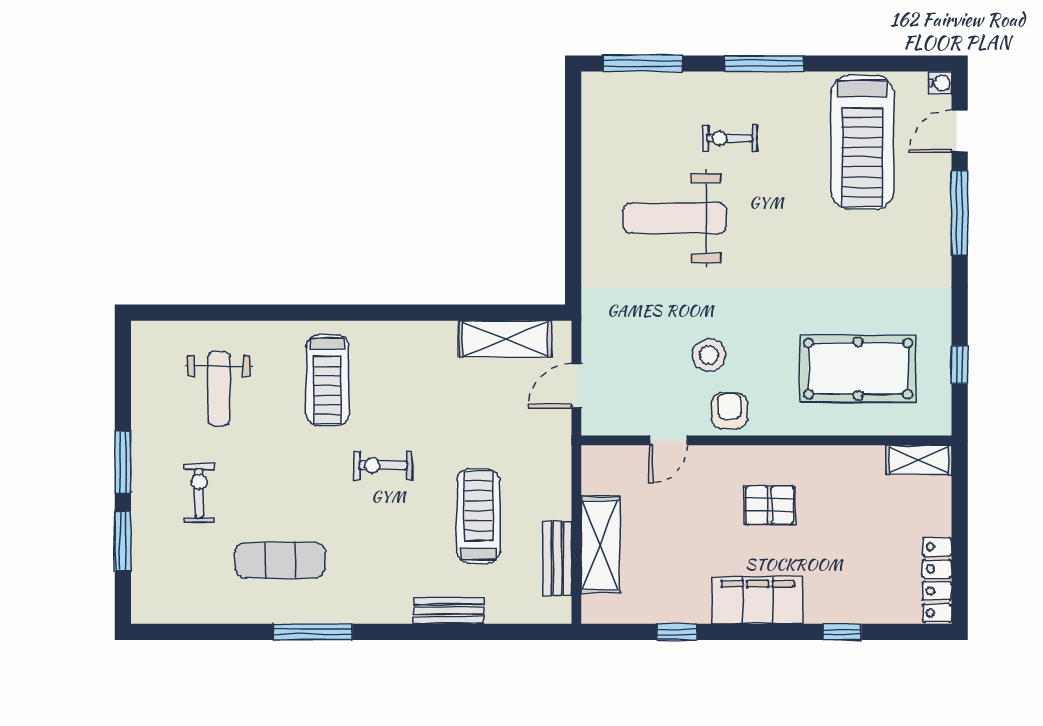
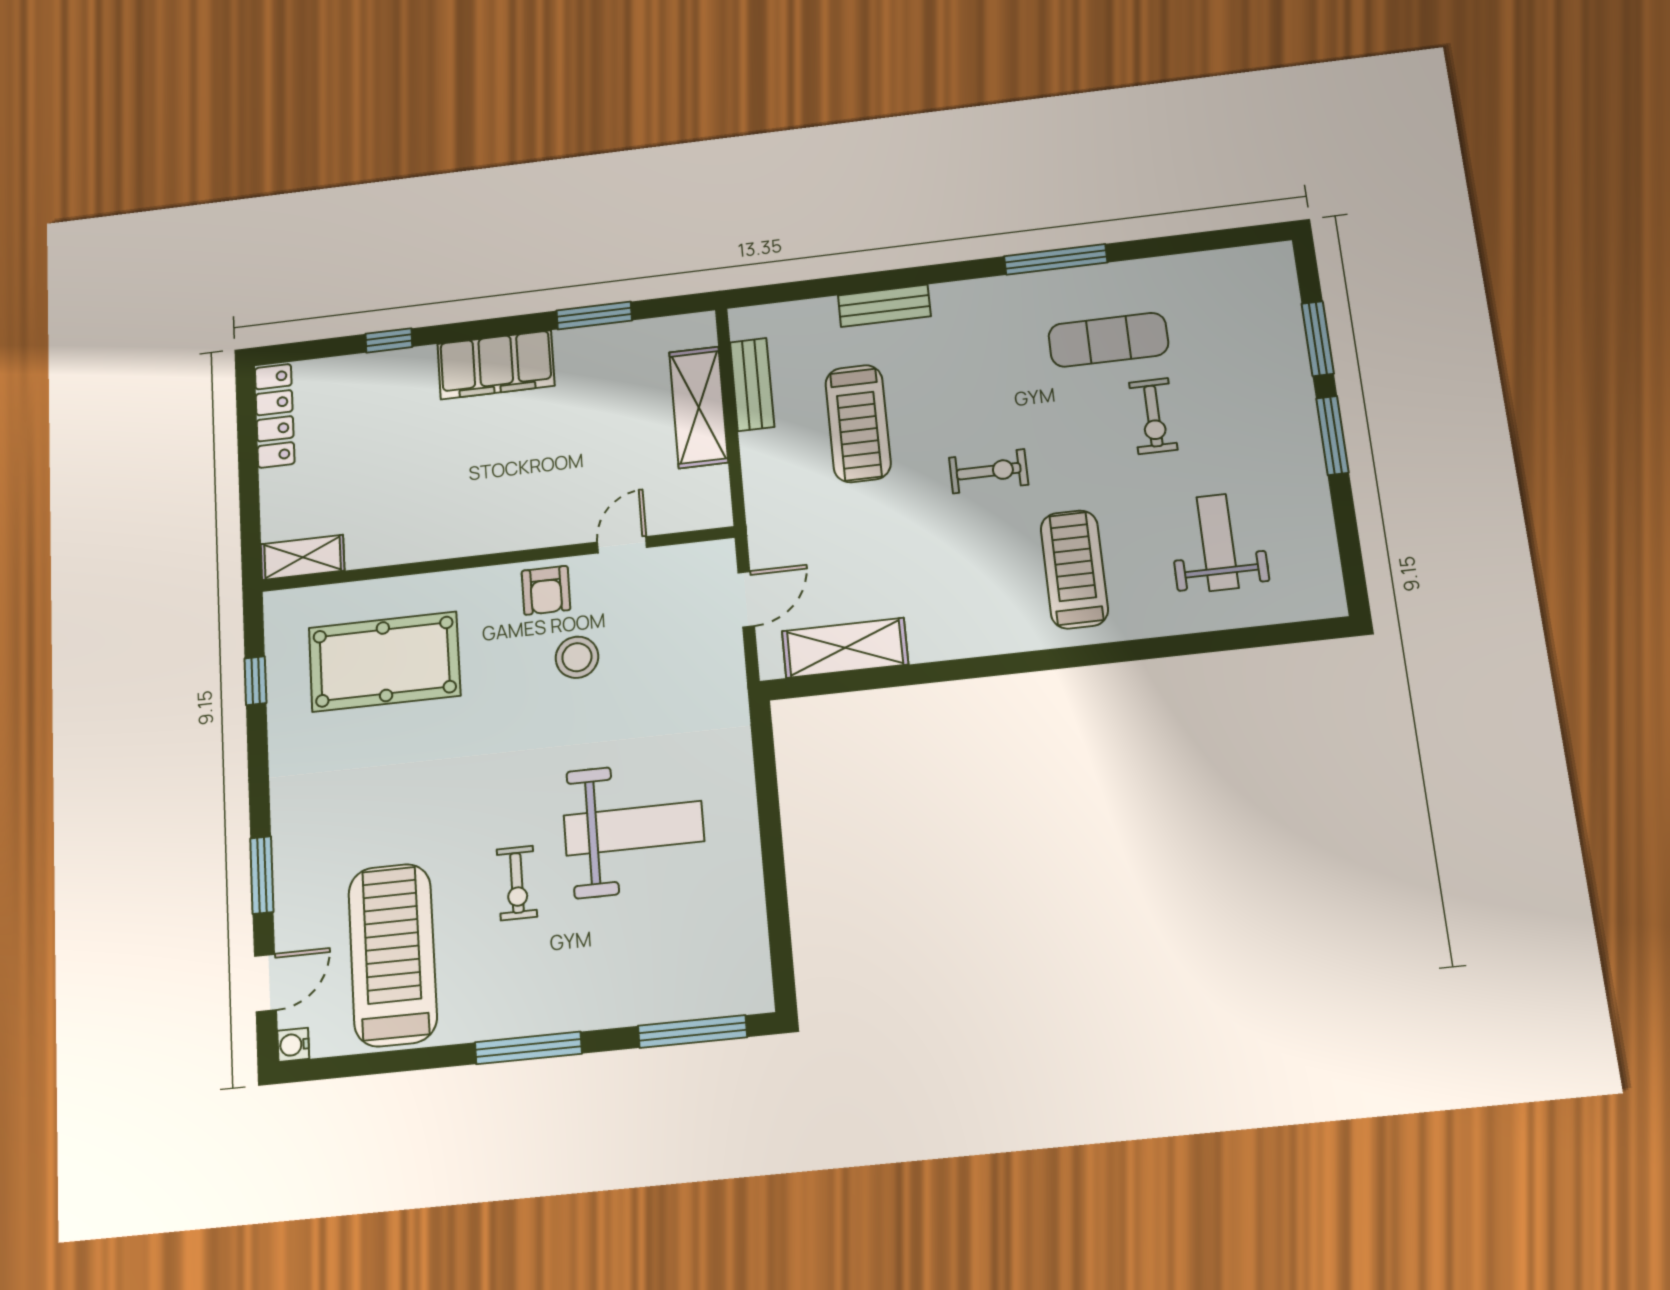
exercise bike: (730, 138) -> (517, 883), moved, turned 90
window: (960, 213) -> (262, 875), width x0.69
exercise bike: (199, 493) -> (1153, 416), moved
pallet: (770, 505) -> (488, 480), removed
window: (677, 632) -> (594, 315), width x1.50

